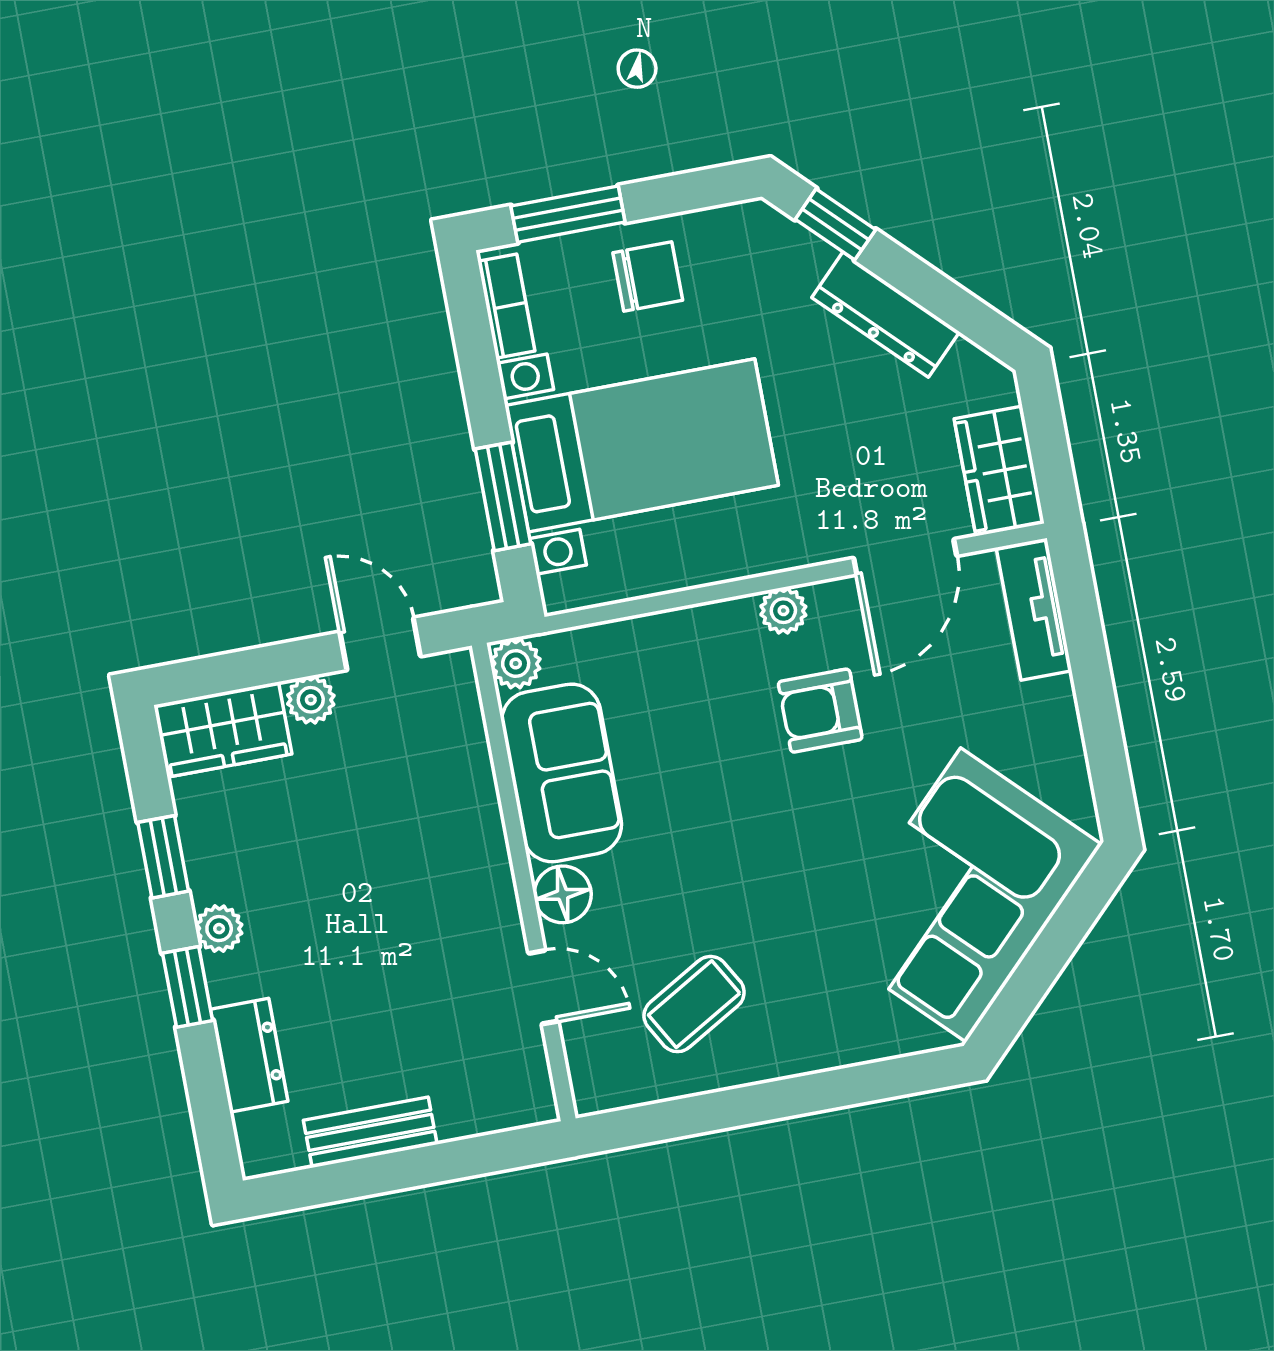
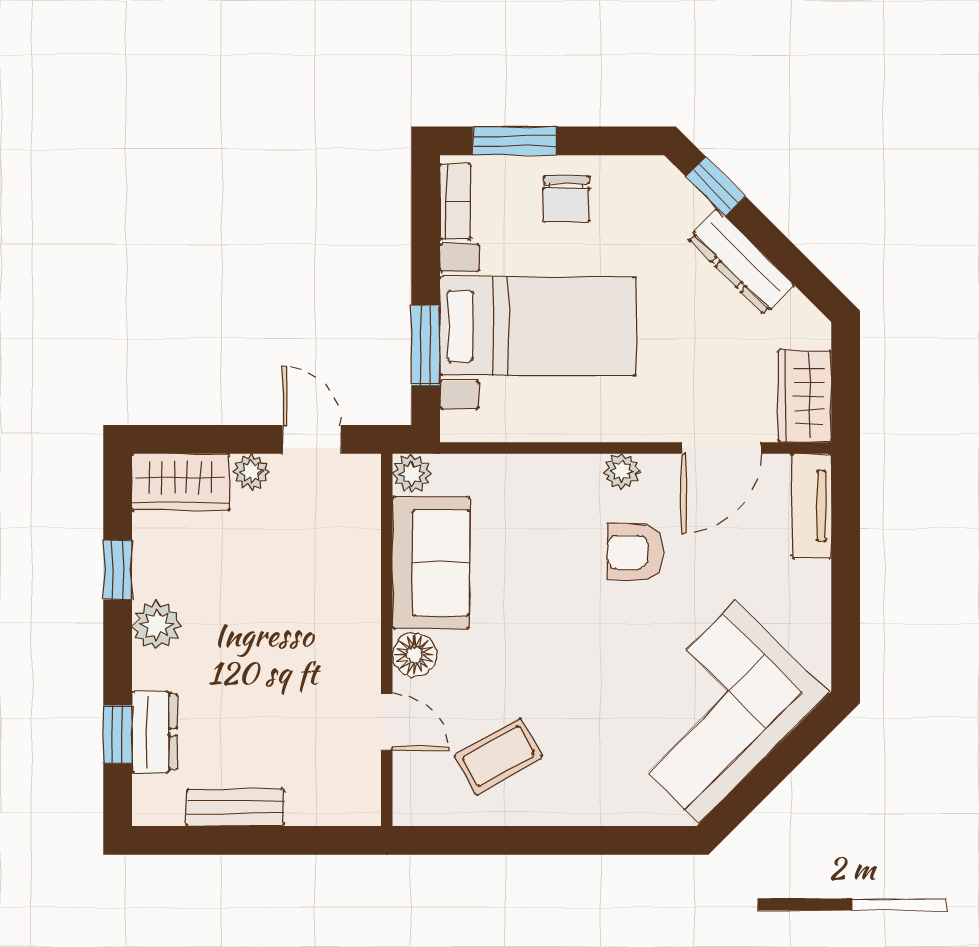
chair: (648, 277) -> (566, 199), turned 90
plant: (219, 929) -> (156, 625), width x1.38, depth x1.38
window: (188, 987) -> (118, 734), moved

